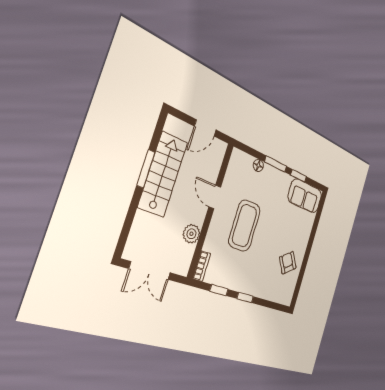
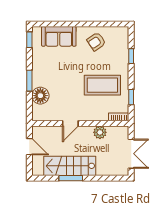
floor lamp: (258, 165) -> (40, 96), width x1.89, depth x1.89
window: (298, 176) -> (29, 40), moved
sofa: (305, 196) -> (59, 36), moved, turned 90
coffee table: (245, 226) -> (102, 85), moved
window: (245, 297) -> (131, 56), moved

